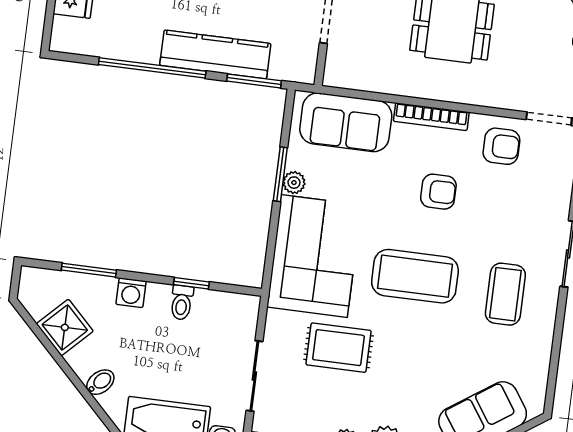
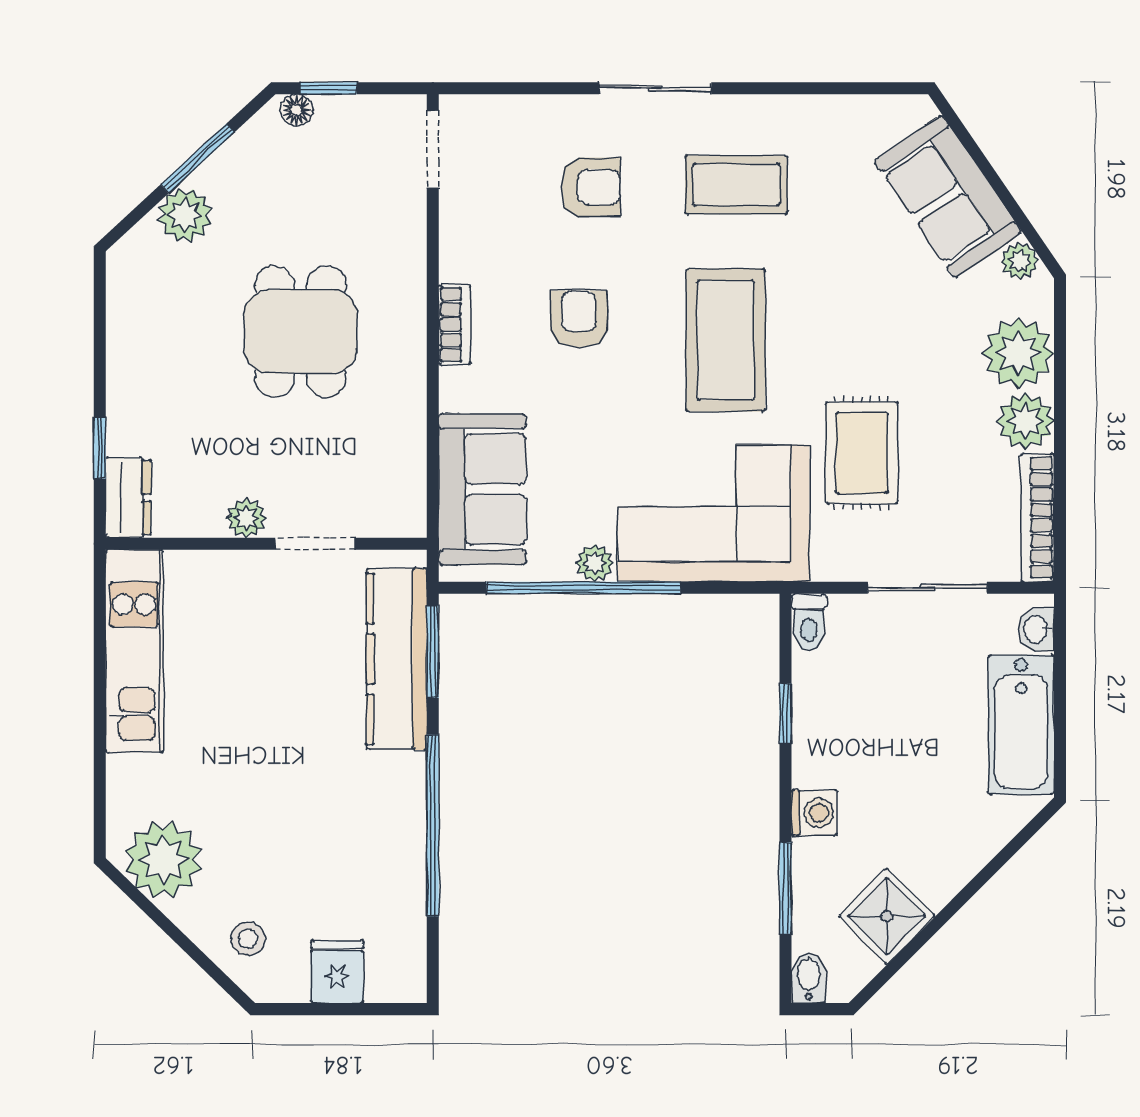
kitchen counter: (215, 54) -> (397, 659), moved
bookcase: (431, 117) -> (455, 325), width x0.64
armchair: (501, 146) -> (591, 187), moved, turned 90
window: (280, 174) -> (584, 588), width x2.11
toilet: (182, 303) -> (809, 622), moved, turned 90
bidet: (100, 382) -> (809, 978), moved, turned 45

